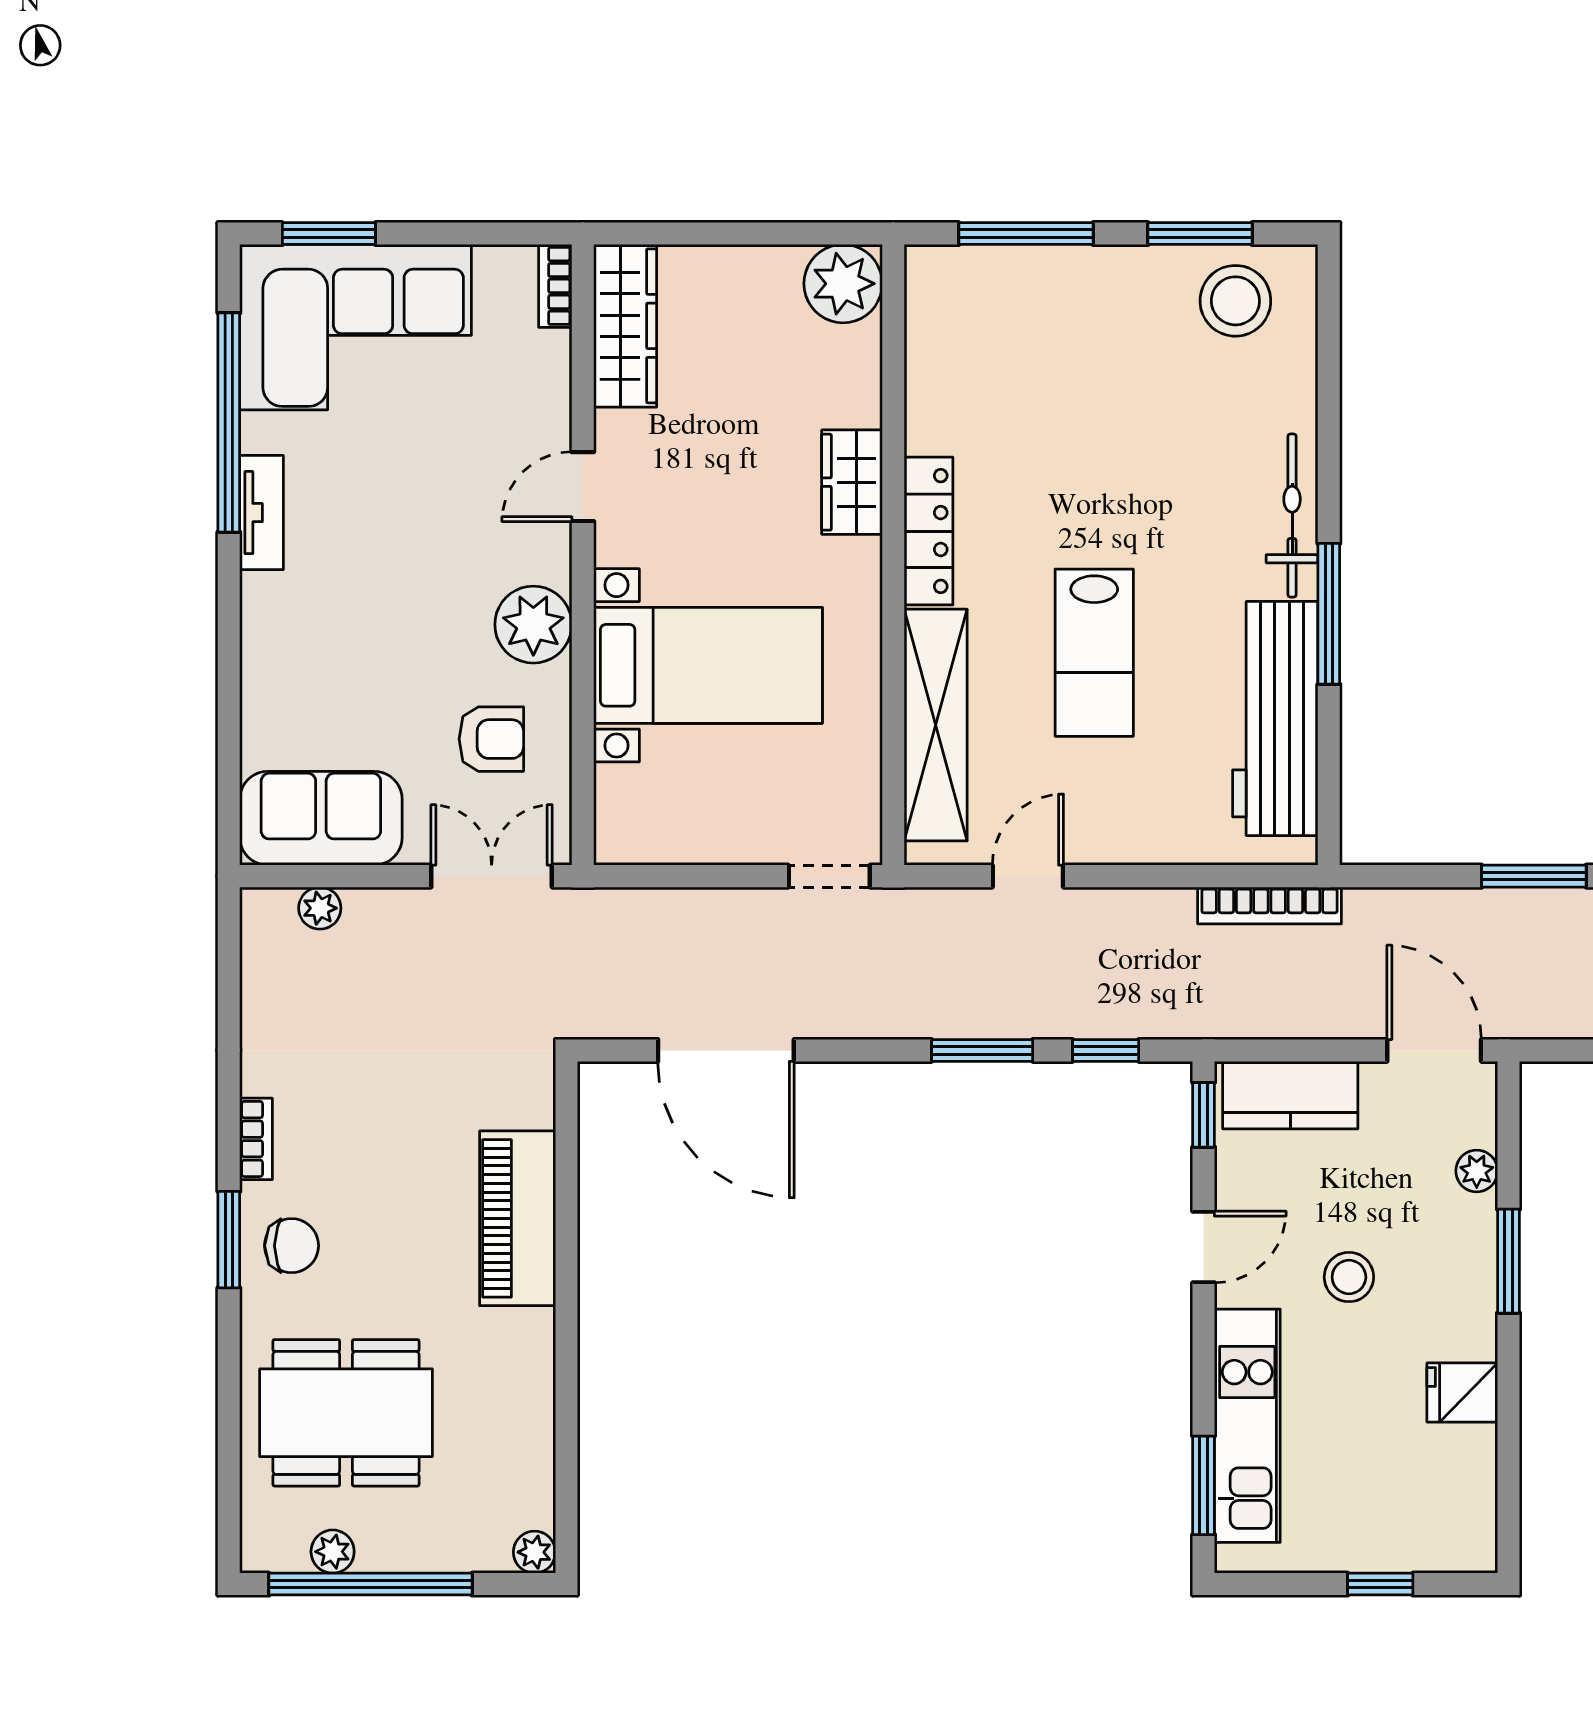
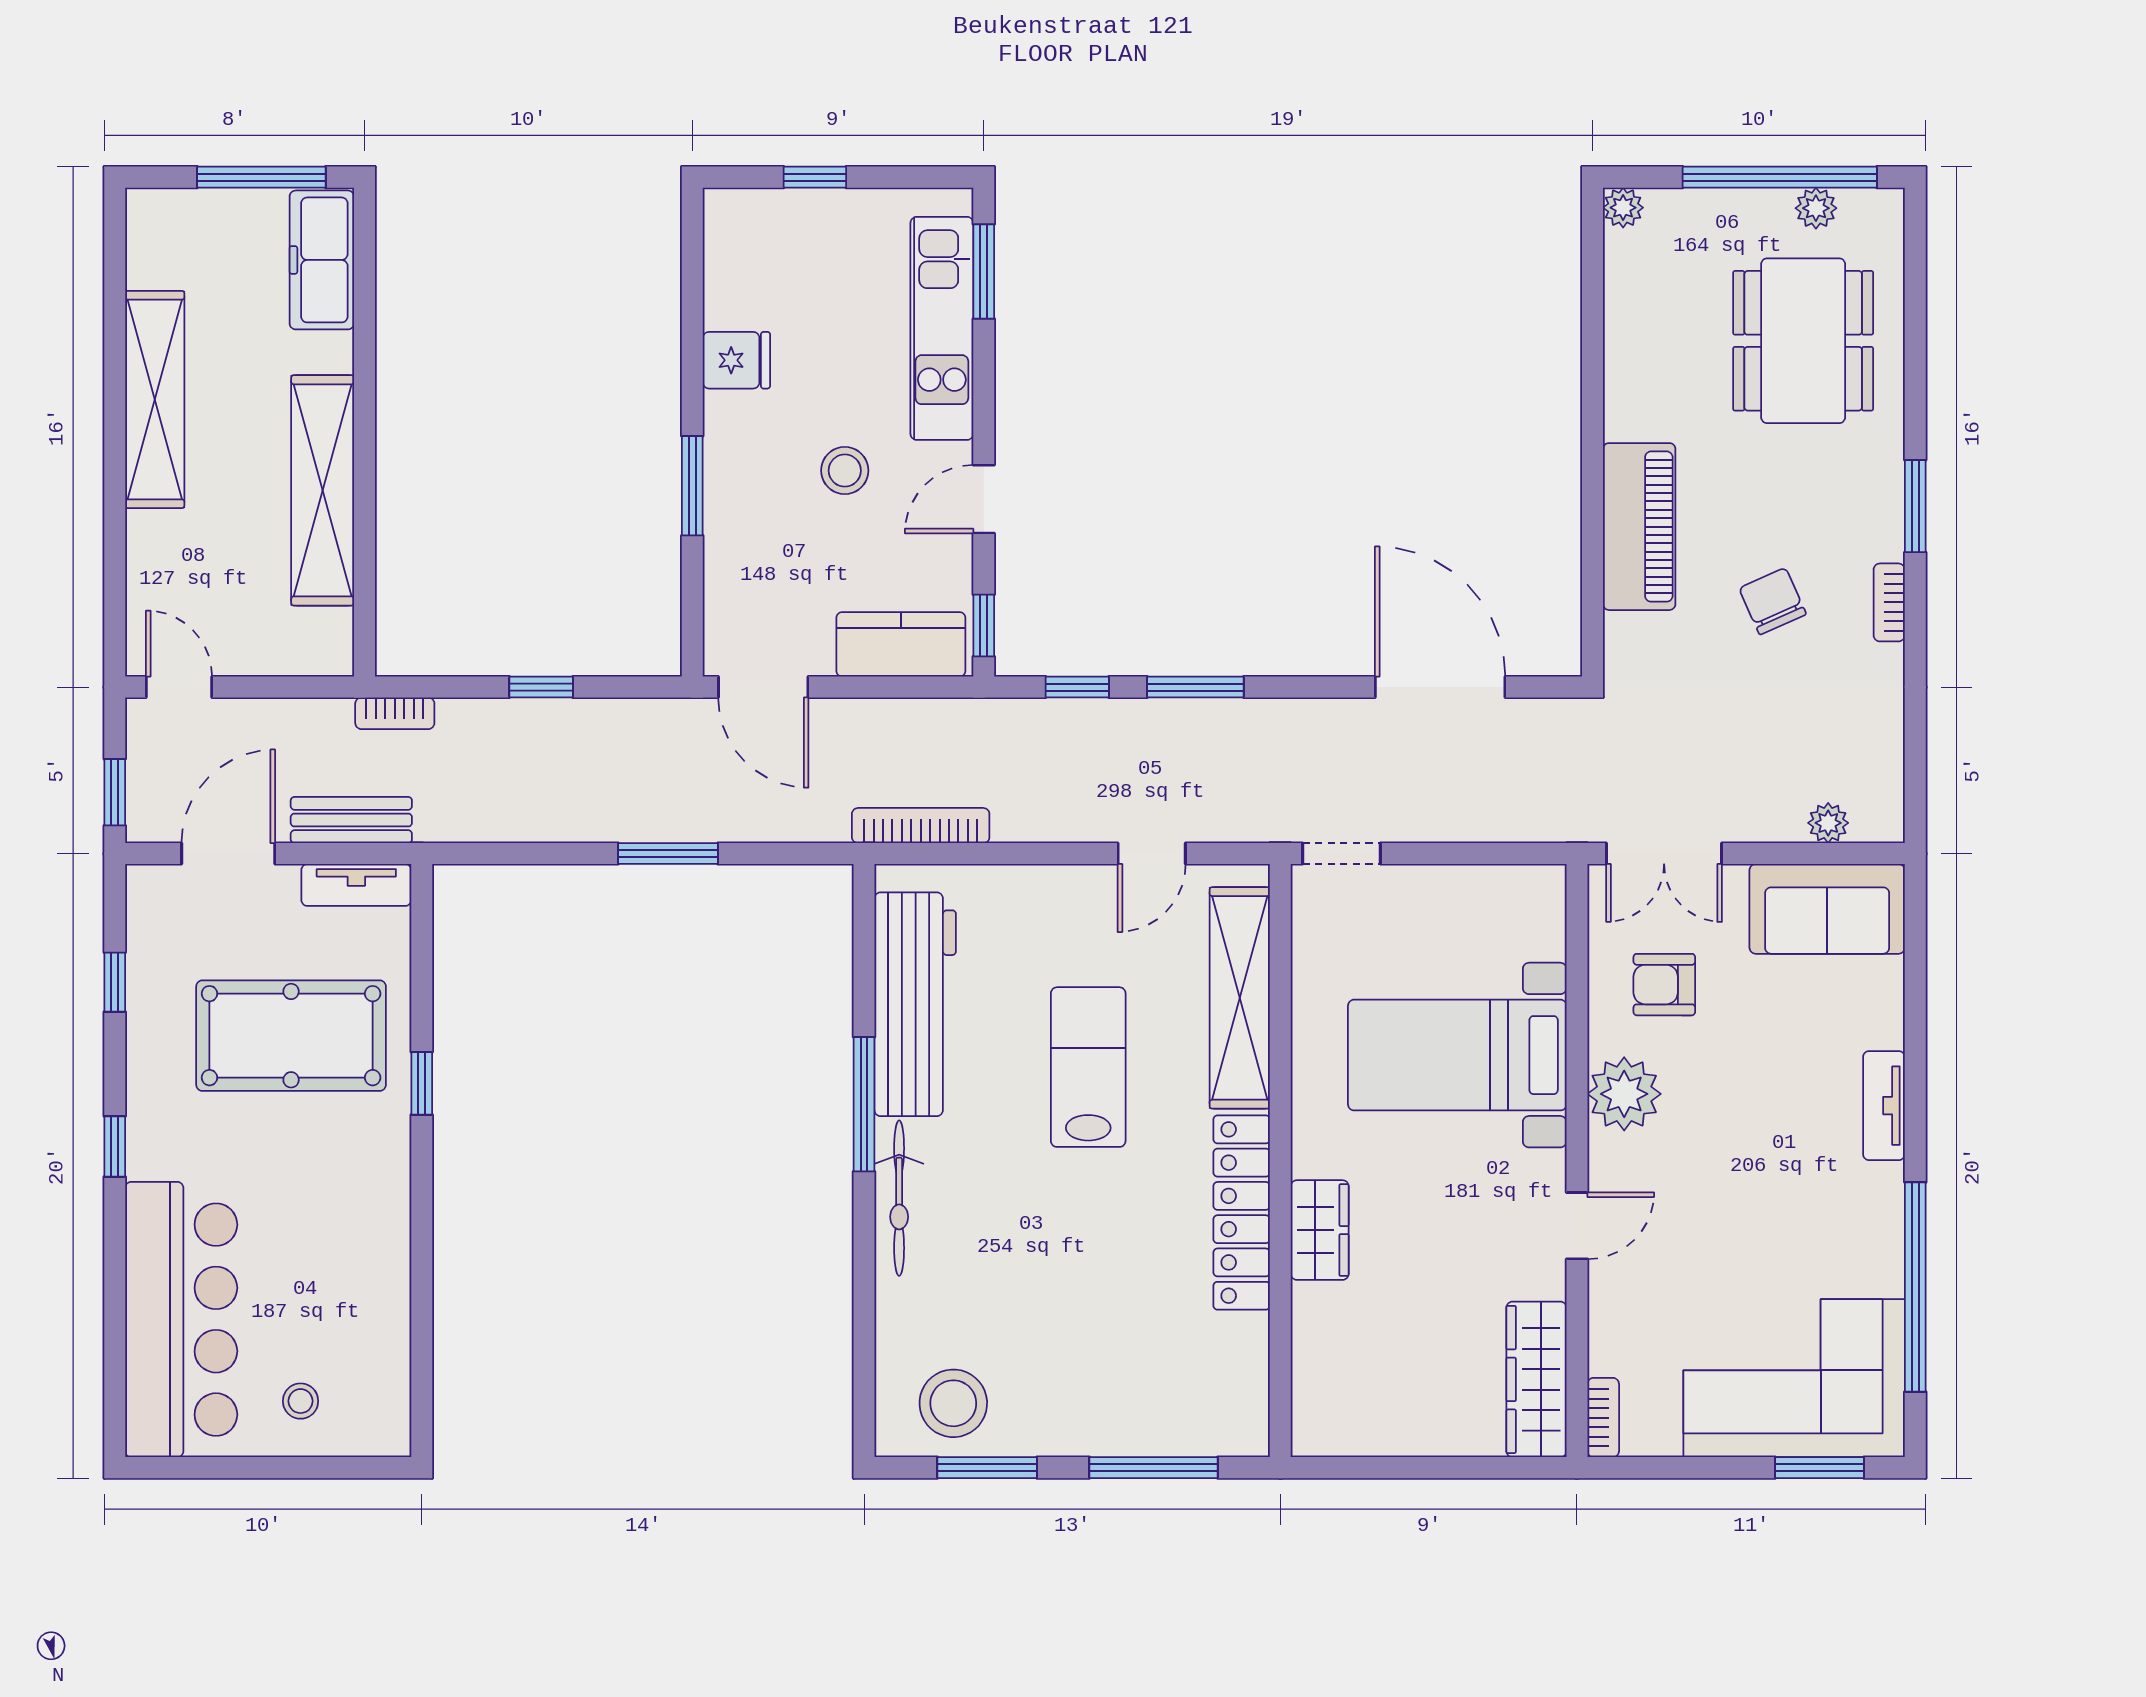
plant: (843, 284) -> (1328, 1420), removed
tv unit: (261, 513) -> (1884, 1106), moved
locker: (928, 531) -> (1242, 1213), width x1.41, depth x1.21
plant: (1477, 1171) -> (723, 572), removed
chair: (292, 1246) -> (1773, 601), moved, turned 66
dining table: (346, 1413) -> (1803, 341), turned 90

